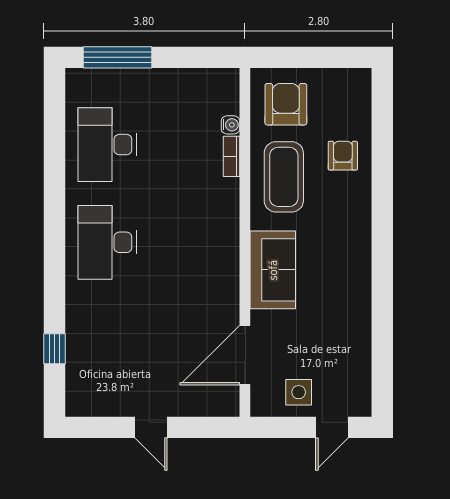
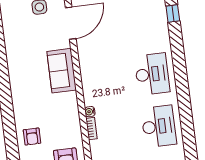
water cooler: (230, 125) -> (90, 112), moved
coffee table: (284, 177) -> (62, 121), removed

